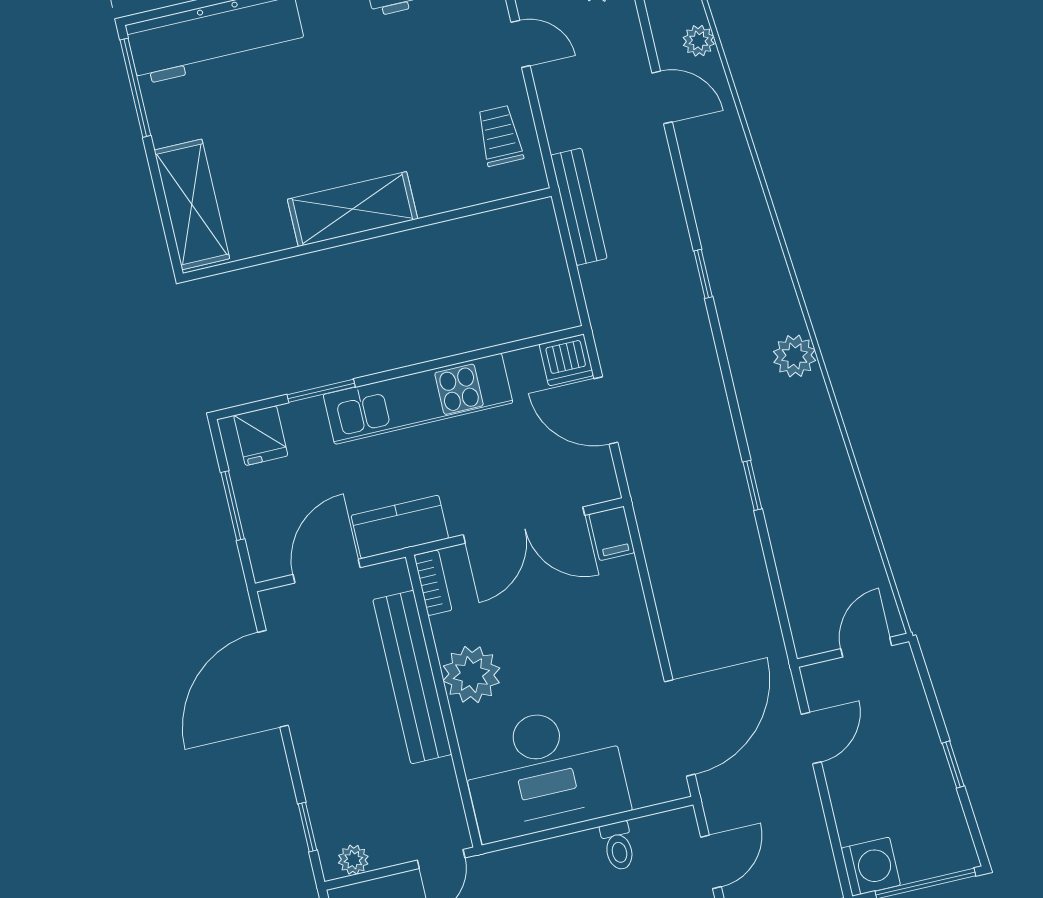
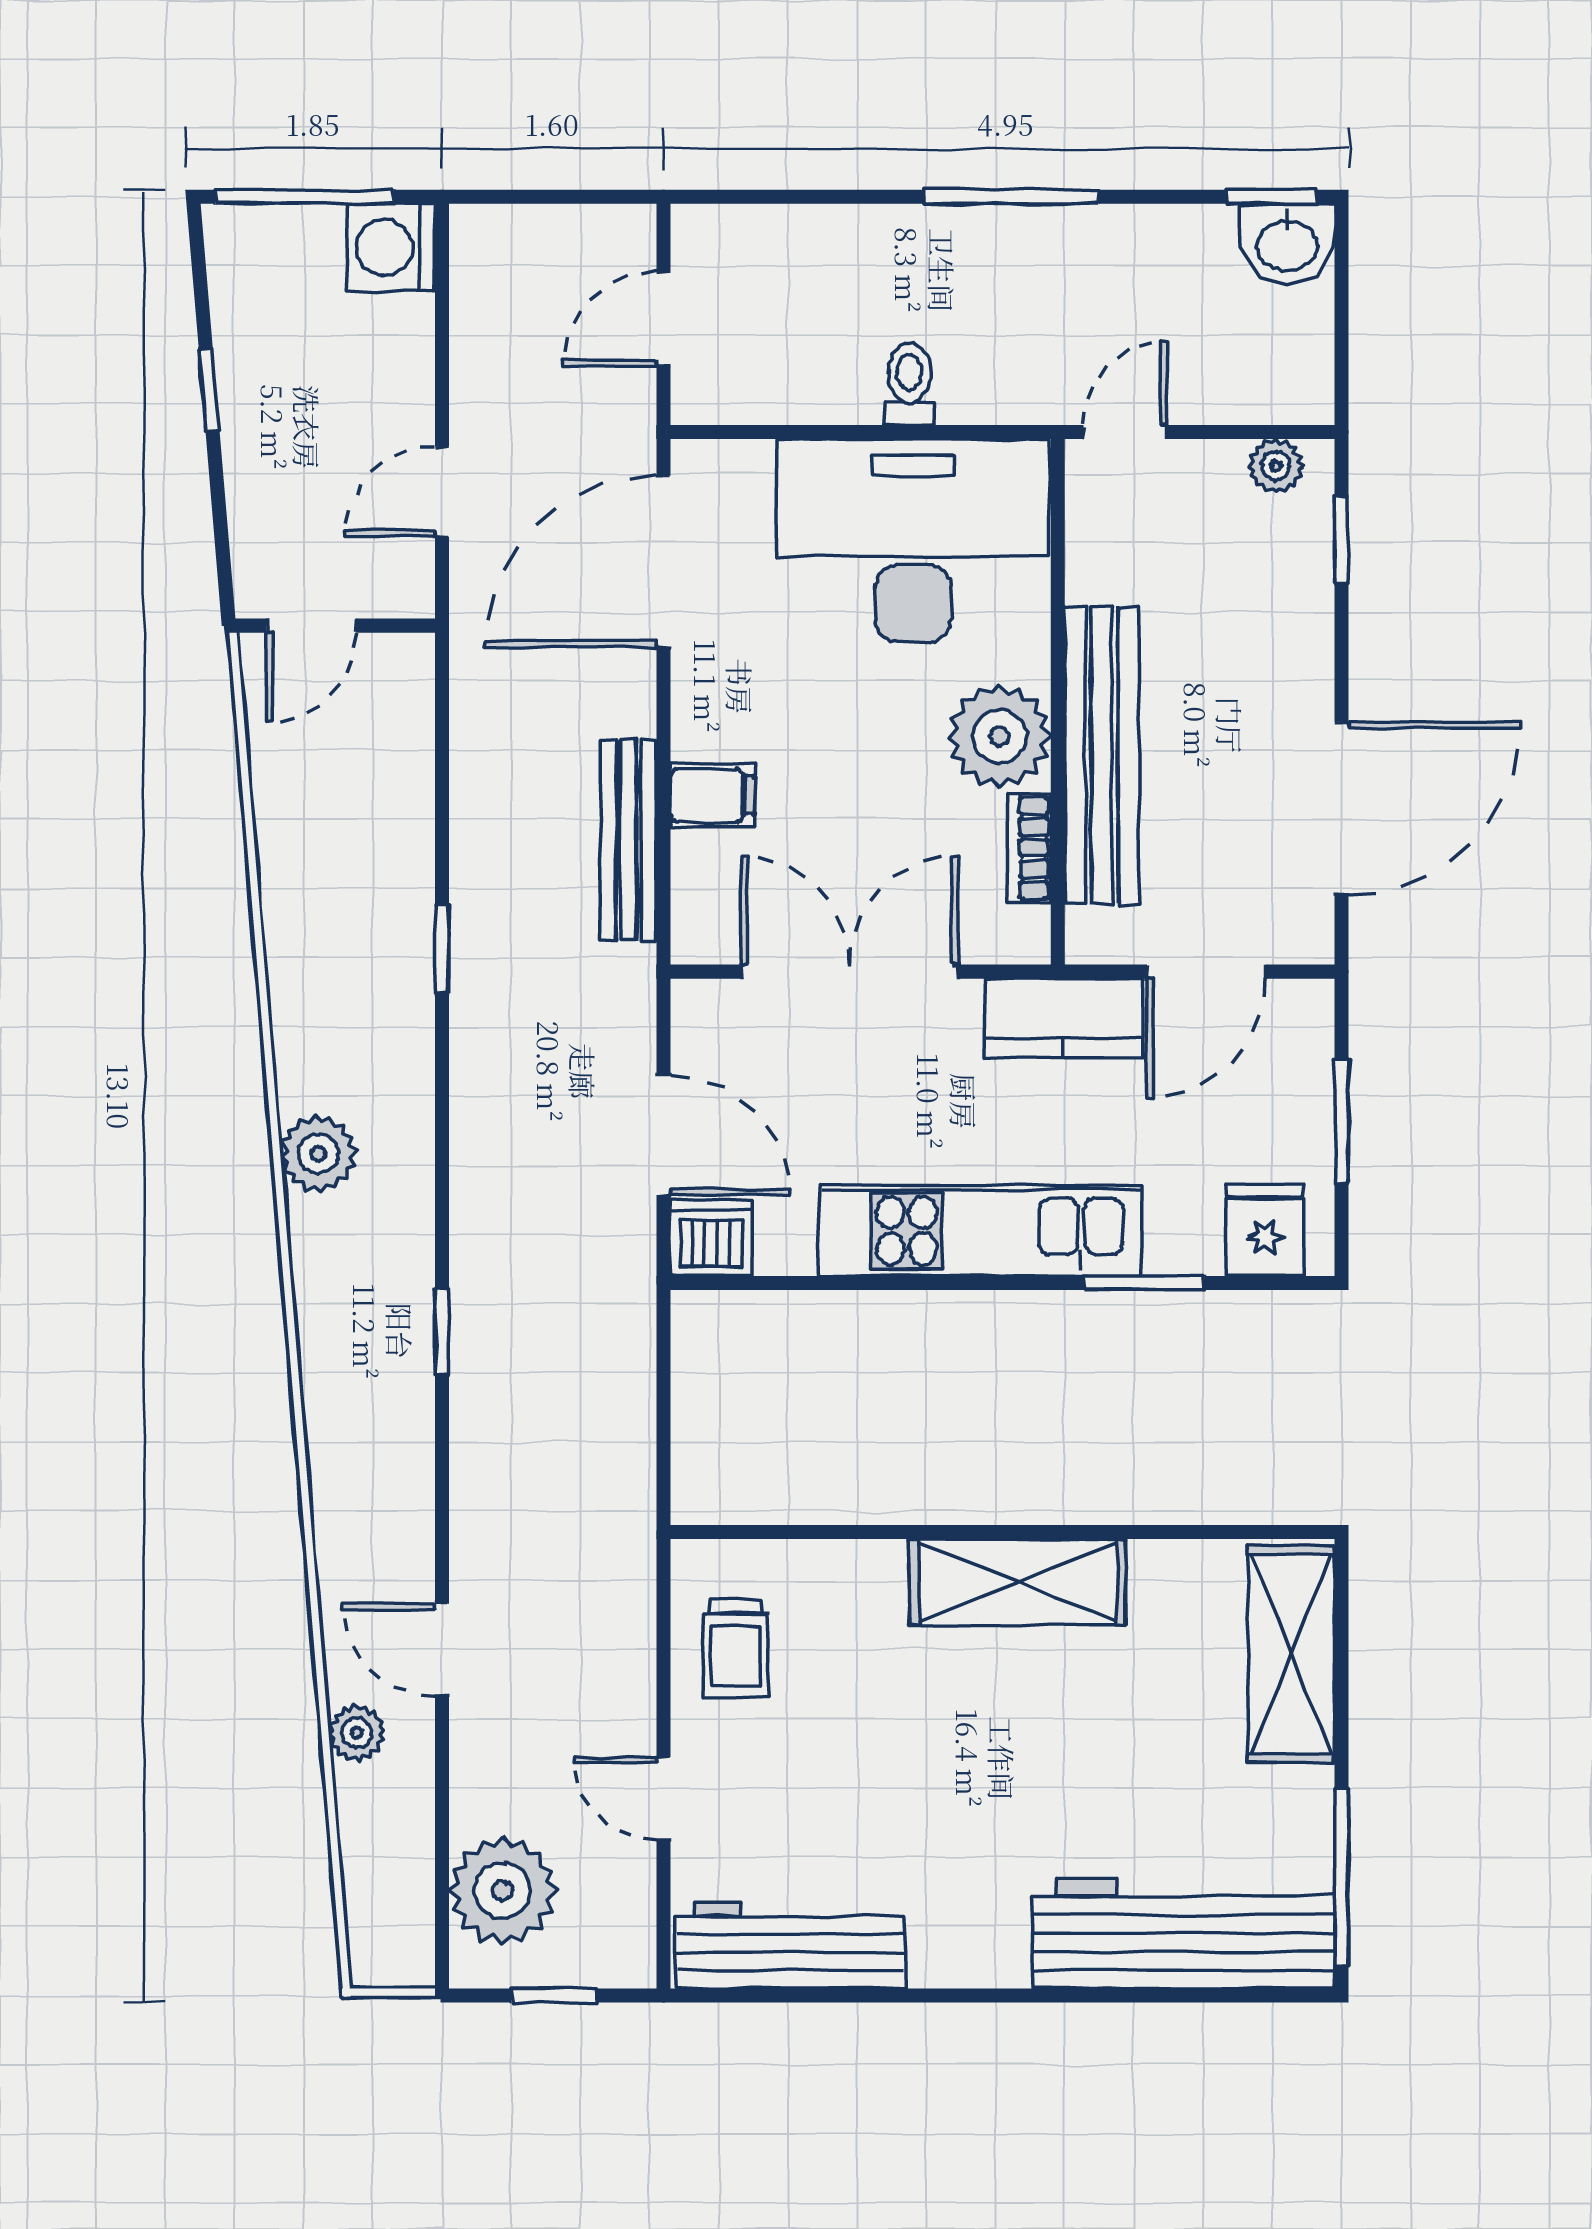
bench: (579, 207) -> (628, 840), moved
filing cabinet: (612, 533) -> (713, 795), moved, turned 90
bookcase: (433, 583) -> (1029, 848), moved
toilet: (618, 846) -> (909, 384), moved

